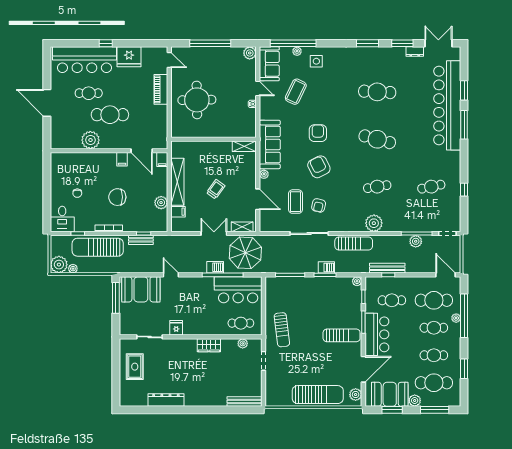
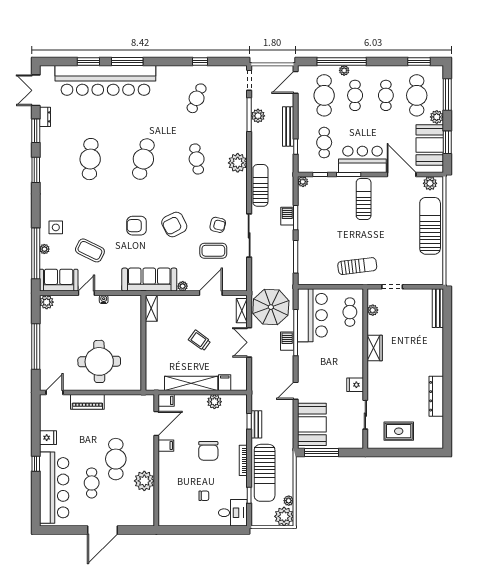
fridge: (129, 57) -> (48, 438), width x0.53, depth x0.75
cafe table: (431, 187) -> (197, 98), turned 36
bench: (387, 268) -> (288, 126), moved
window: (464, 369) -> (419, 62), moved

